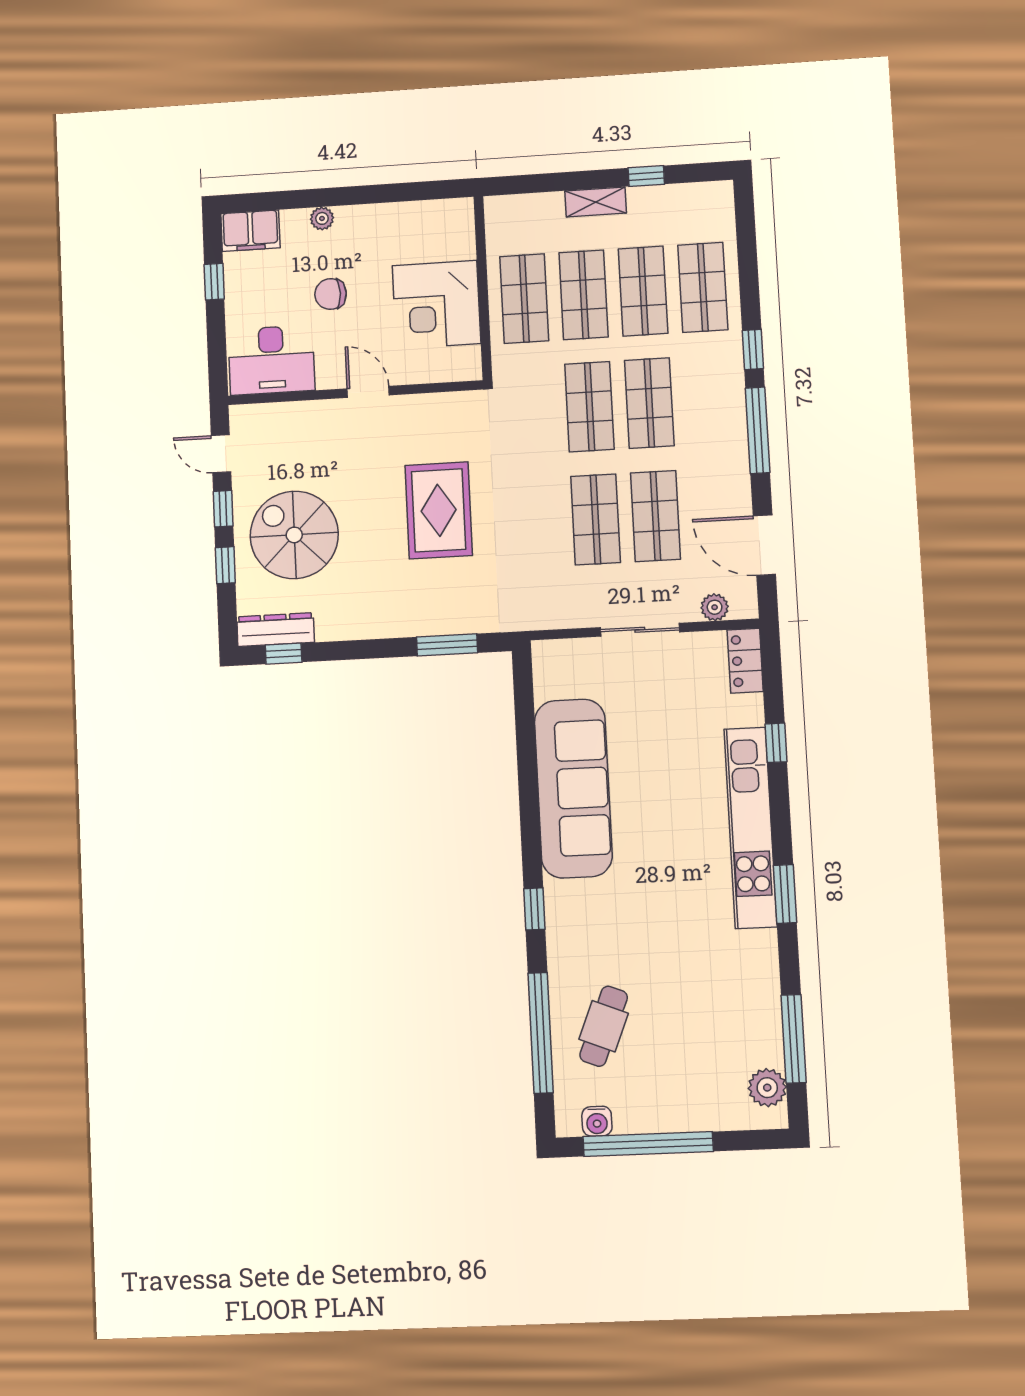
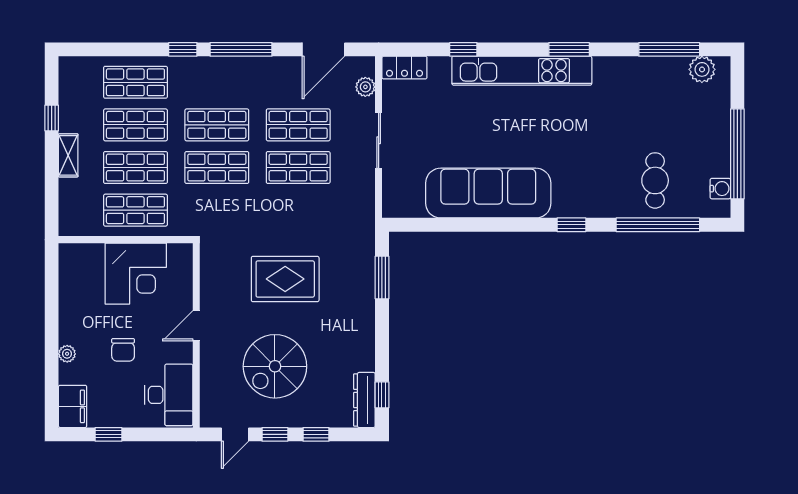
spiral stairs: (294, 535) -> (275, 366), moved
cafe table: (604, 1026) -> (655, 180), turned 68

